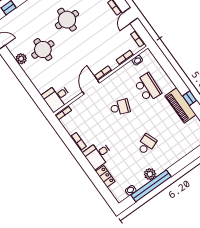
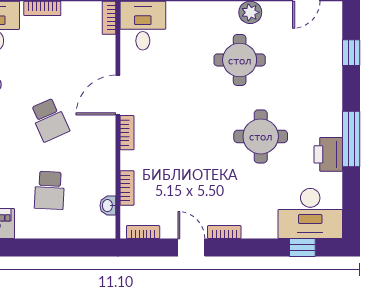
door: (91, 87) -> (118, 95), swing flipped
school desk: (148, 87) -> (49, 190), width x0.54
school desk: (120, 107) -> (49, 120), turned -45

